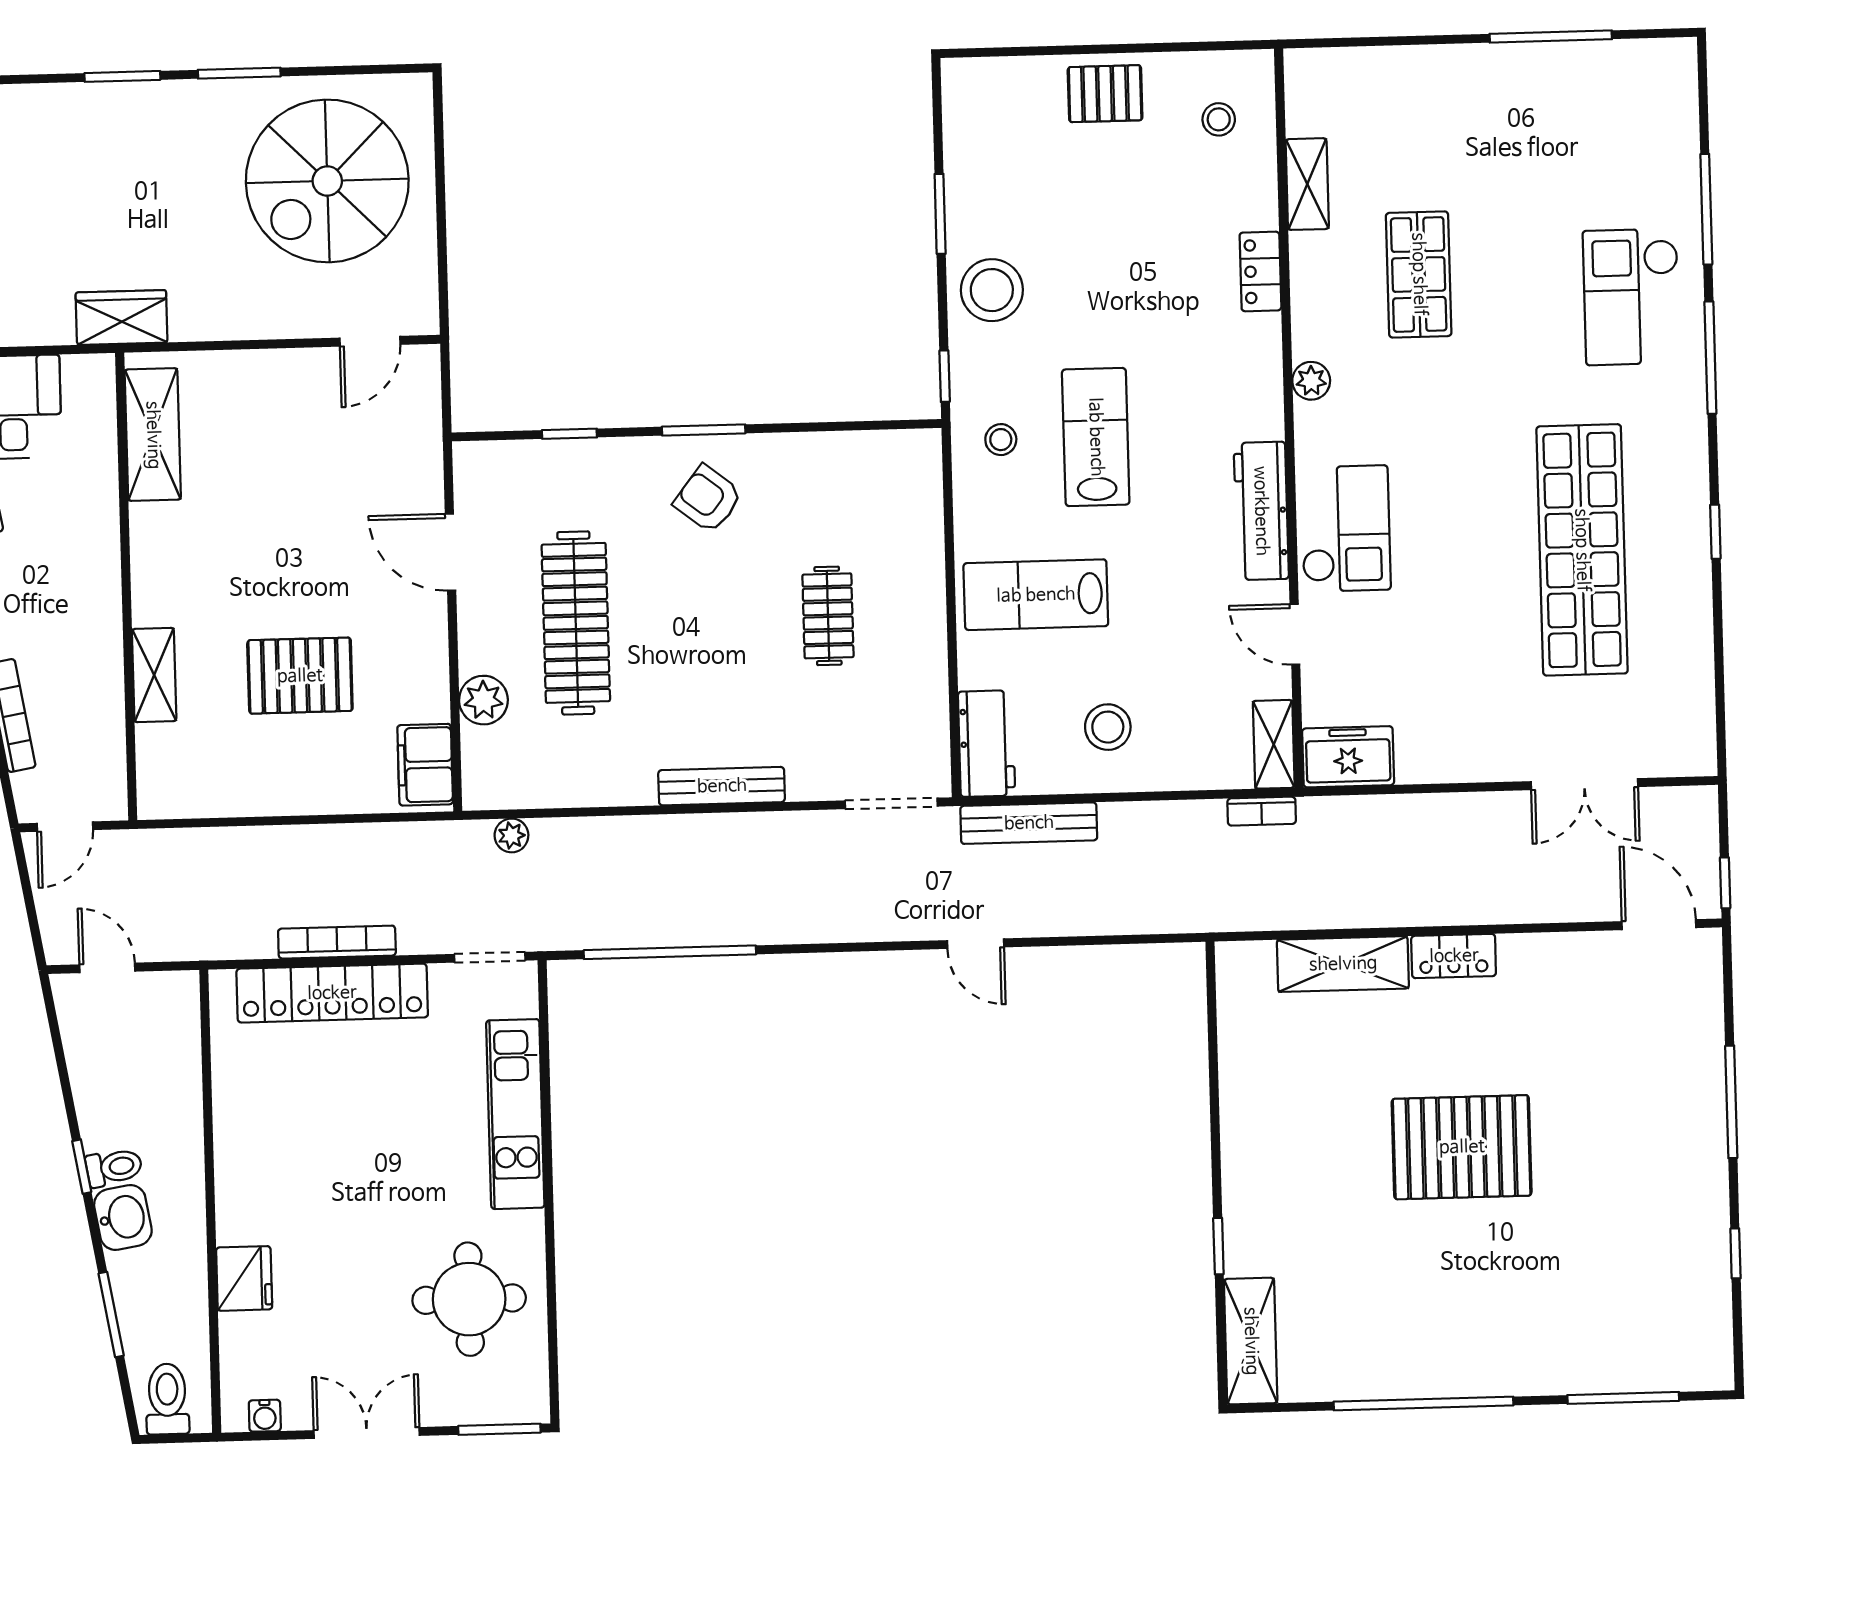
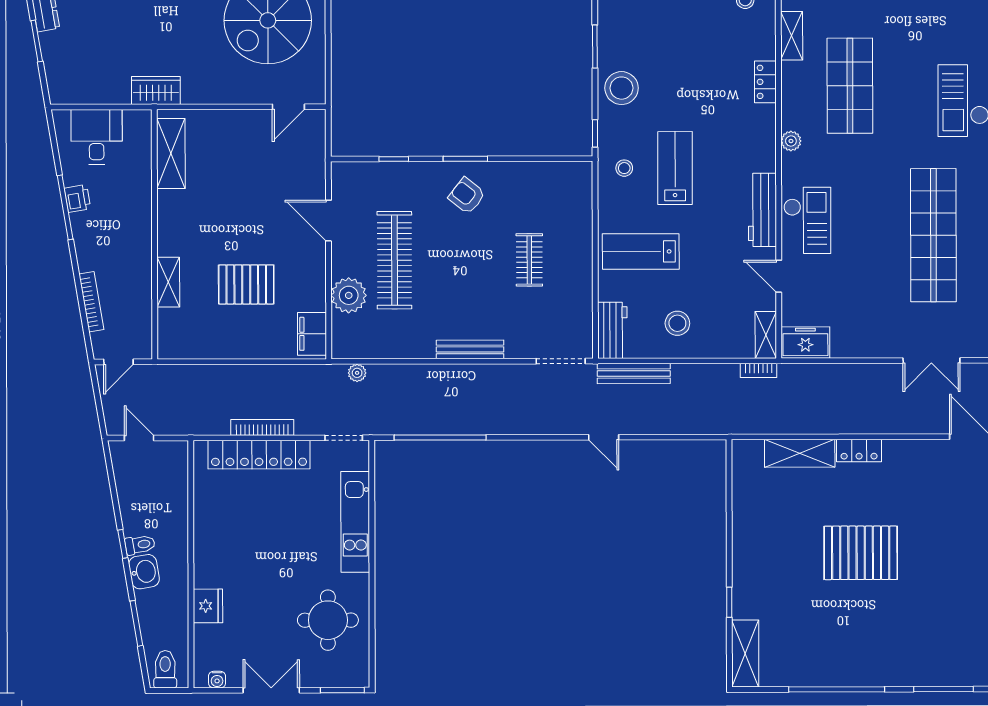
shop shelf: (1419, 274) -> (850, 86), width x1.43, depth x1.36
plant: (483, 700) -> (349, 295), width x1.36, depth x1.36

